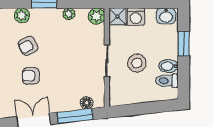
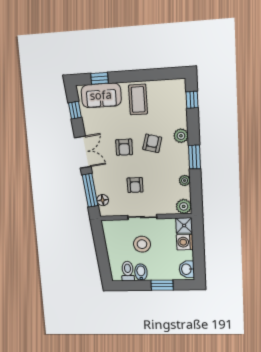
armchair: (28, 46) -> (152, 143), turned 43
armchair: (72, 67) -> (135, 185), added
armchair: (31, 76) -> (124, 147), turned 180

